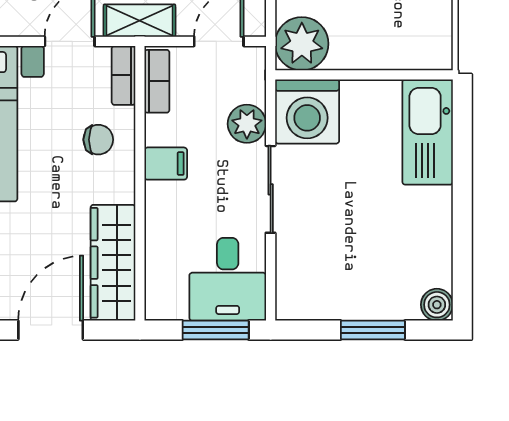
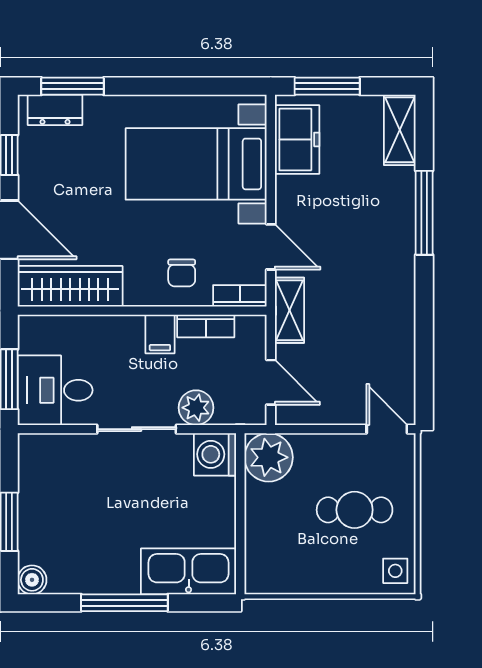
bookcase: (157, 81) -> (206, 326), moved
washing machine: (307, 111) -> (215, 454), width x0.73, depth x0.73
window: (462, 203) -> (124, 603), added

